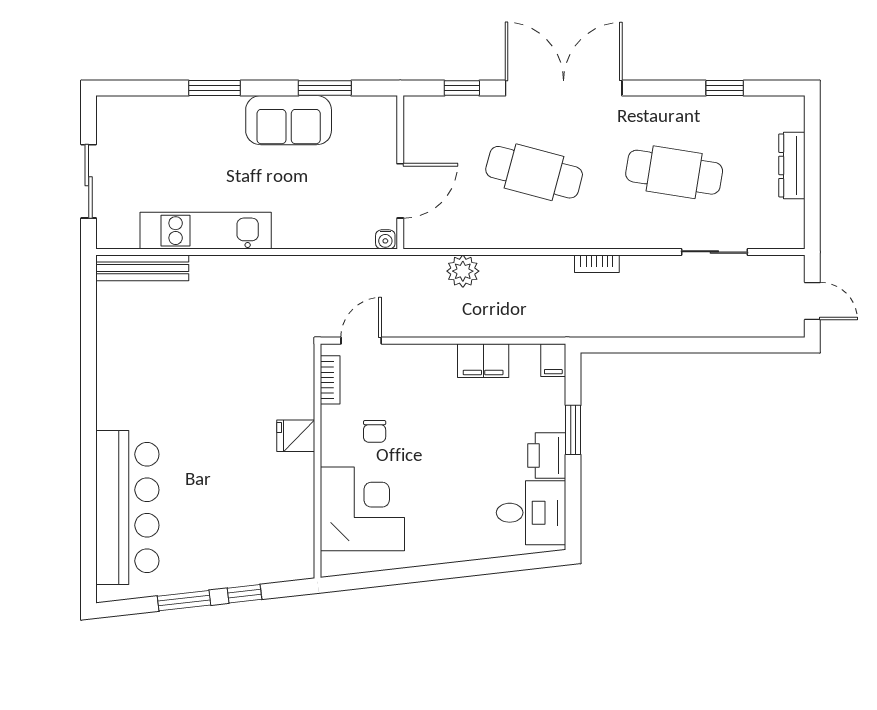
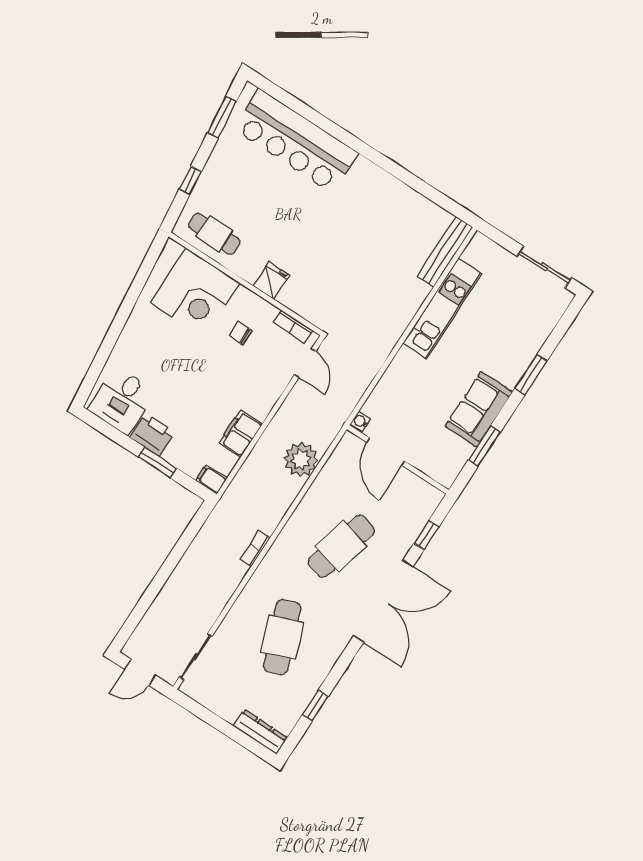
dresser: (792, 165) -> (260, 732), moved
cafe table: (674, 172) -> (282, 637), turned -30
sliding door: (89, 181) -> (544, 267), moved
sliding door: (714, 252) -> (196, 657), moved
plant: (463, 271) -> (301, 460), width x1.36, depth x1.36
cafe table: (285, 530) -> (214, 234), added
window: (184, 601) -> (222, 117), moved

